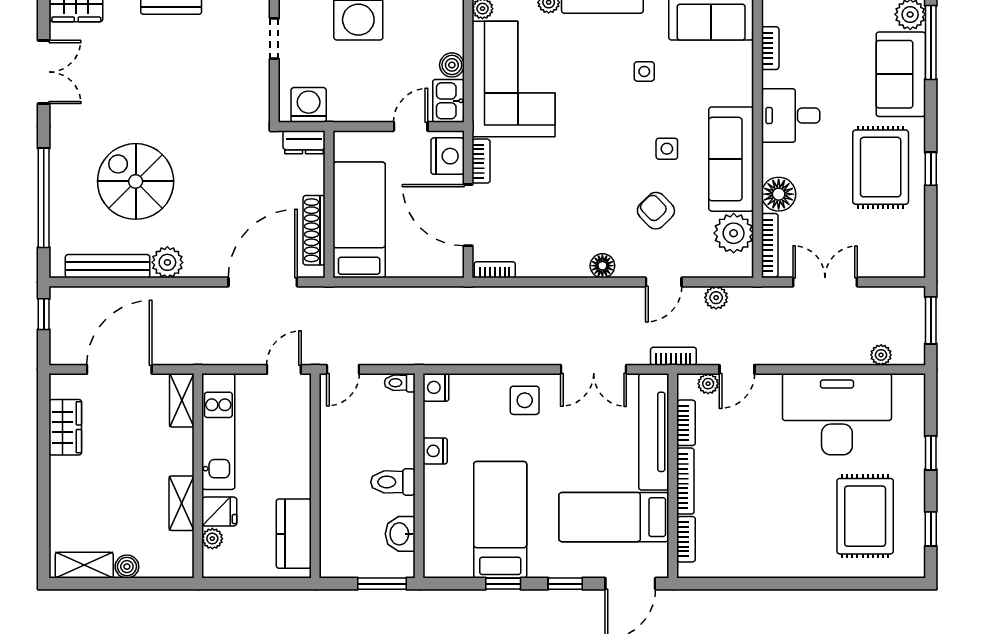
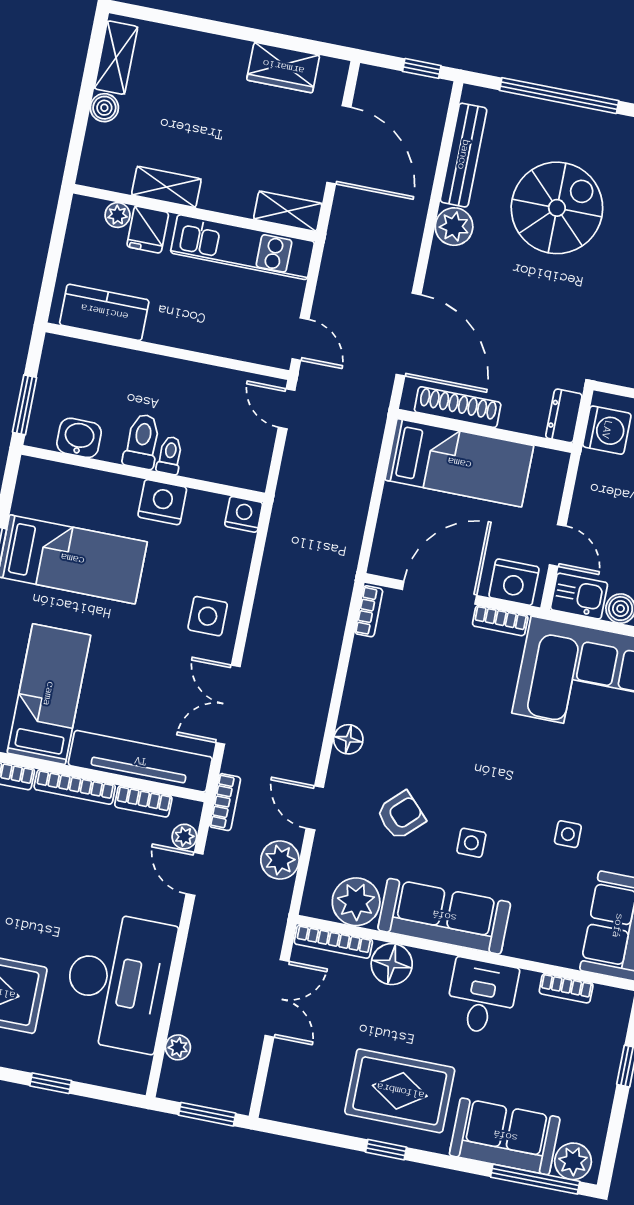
plant: (716, 298) -> (280, 860), width x1.38, depth x1.38
toilet: (400, 383) -> (170, 455), moved
nightstand: (435, 451) -> (162, 502), width x1.36, depth x1.33

